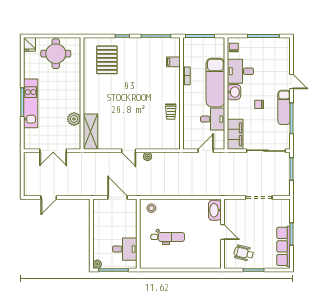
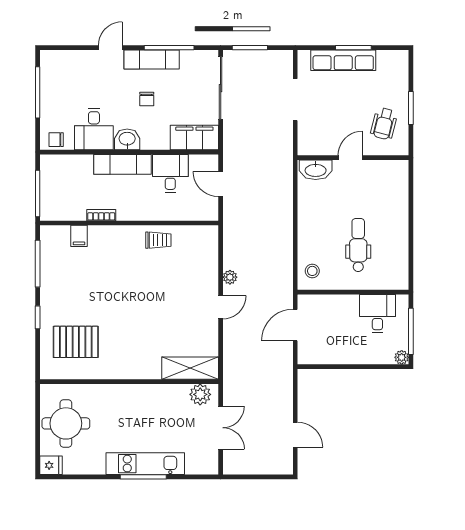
exam couch: (215, 83) -> (122, 164), width x0.73, depth x0.69
plant: (74, 119) -> (200, 394), moved
row of seats: (284, 246) -> (343, 60), moved

